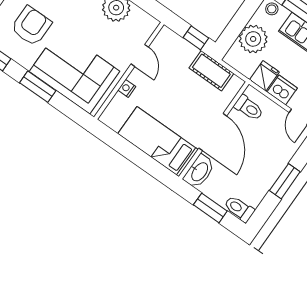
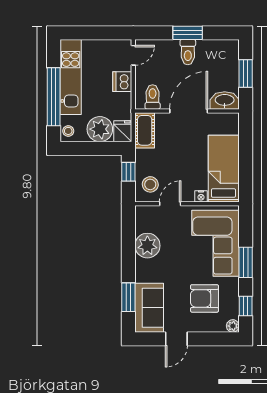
stool: (170, 50) -> (150, 184), added
cot: (211, 71) -> (145, 130), moved
fridge: (264, 76) -> (123, 131), moved, turned 90
bed: (158, 142) -> (223, 169), moved, turned 180
toilet: (239, 209) -> (188, 52), moved

